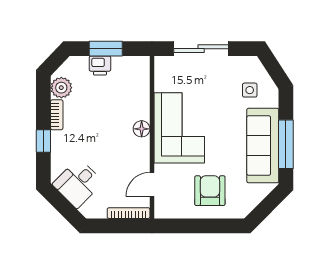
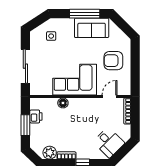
printer: (100, 66) -> (36, 116), moved
floor lamp: (142, 129) -> (63, 103), moved
sofa: (263, 146) -> (92, 28), width x0.73
door: (152, 184) -> (110, 96), swing flipped

